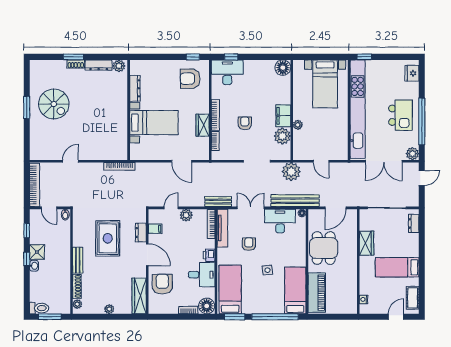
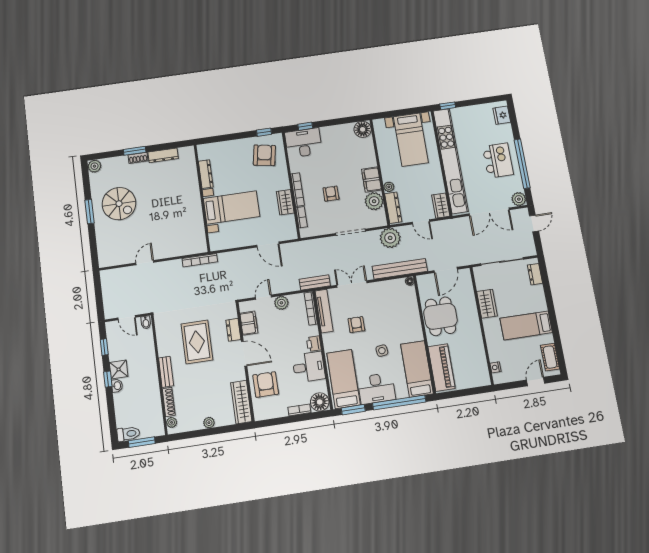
plant: (119, 66) -> (94, 166), moved
armchair: (190, 79) -> (264, 155), turned 100
dresser: (299, 145) -> (393, 208), added
wardrobe: (341, 149) -> (441, 206), added
bookcase: (35, 185) -> (108, 295), removed
desk: (280, 221) -> (376, 388), moved, turned 180
filing cabinet: (155, 229) -> (249, 323), width x2.00

